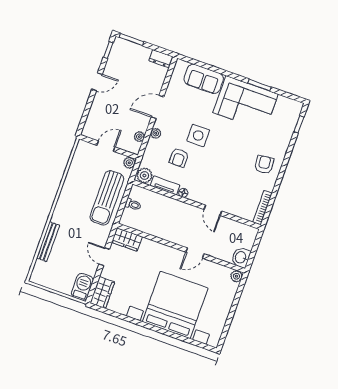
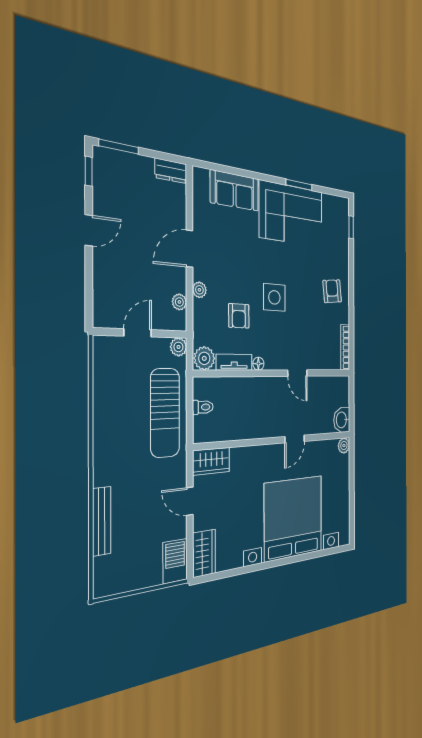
side table: (198, 135) -> (274, 297), moved

